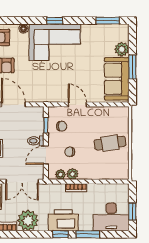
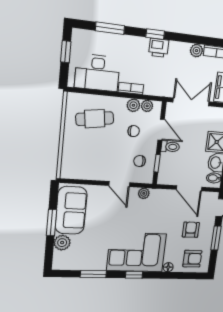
window: (108, 21) -> (93, 274), moved
plant: (55, 97) -> (144, 193), added
cafe table: (110, 143) -> (95, 119), moved
door: (46, 155) -> (161, 130), hinge flipped
desk: (111, 217) -> (97, 73), moved, turned 180
plant: (28, 220) -> (196, 51), width x0.53, depth x0.53
printer: (63, 220) -> (159, 48), width x0.53, depth x0.68
window: (88, 234) -> (110, 28), moved

